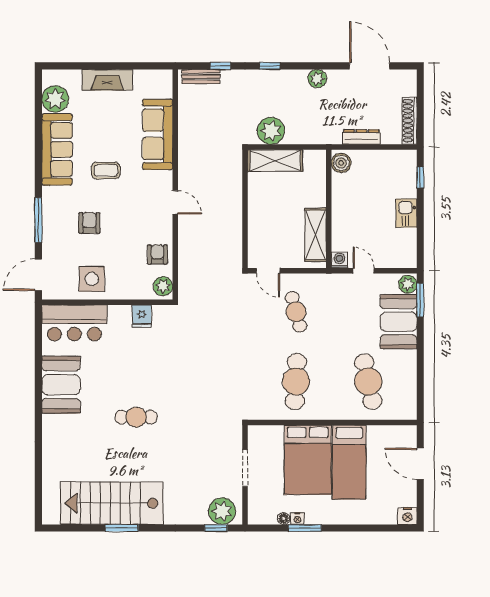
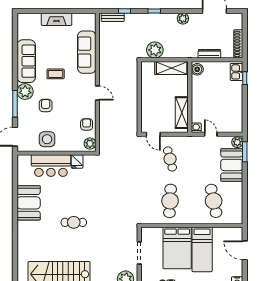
plant: (55, 99) -> (25, 92), moved
shelving: (275, 161) -> (172, 68), moved
kitchen sink: (406, 213) -> (236, 72), moved
bar counter: (74, 323) -> (51, 166), moved

